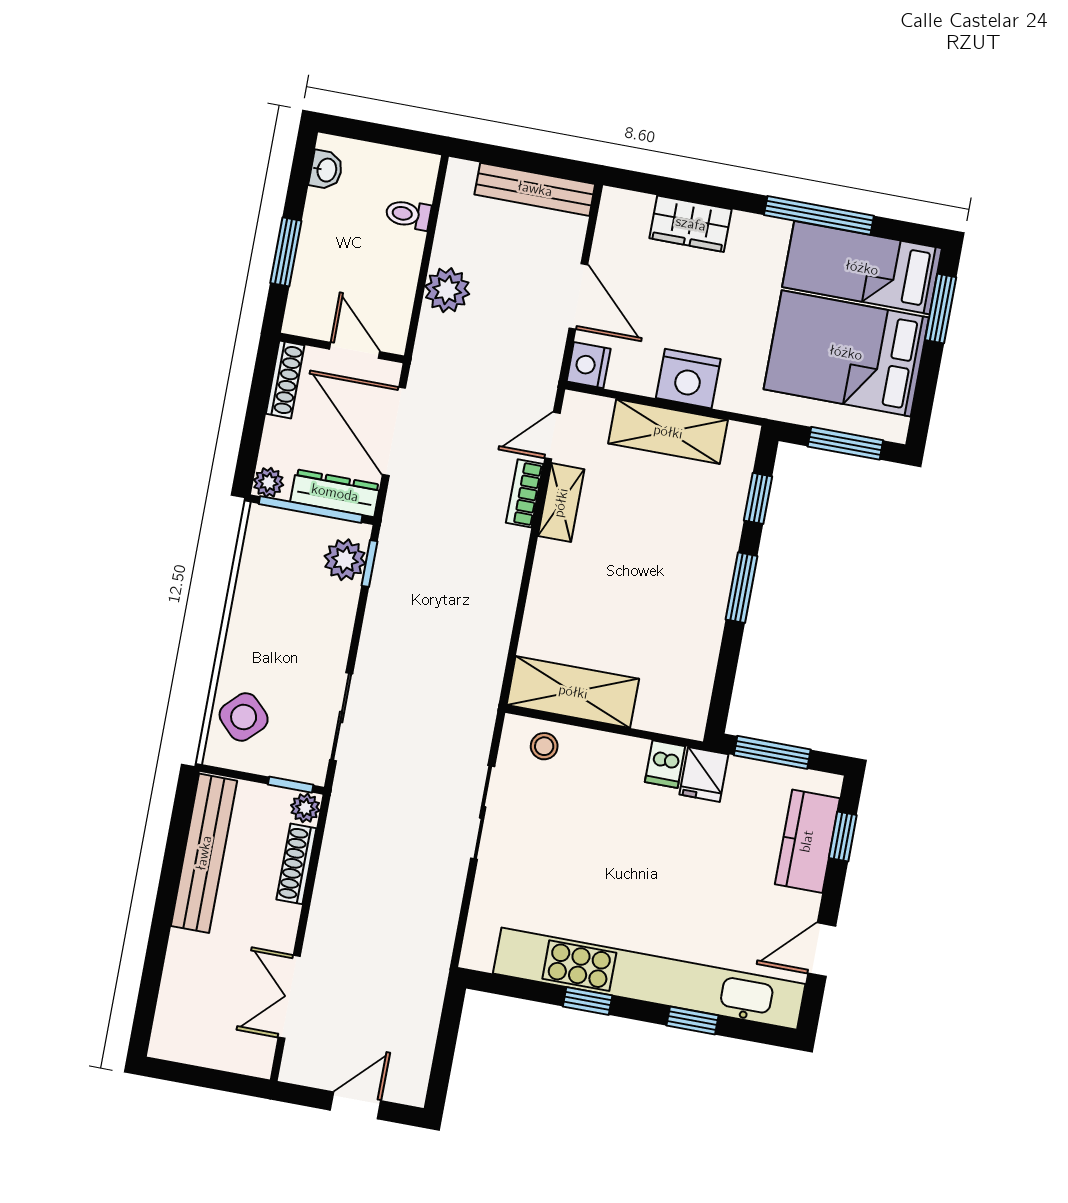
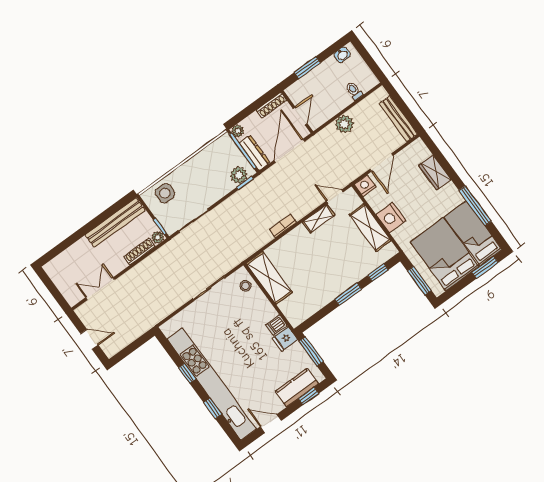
bookcase: (525, 493) -> (283, 226), moved
side table: (244, 717) -> (165, 193), turned 45

